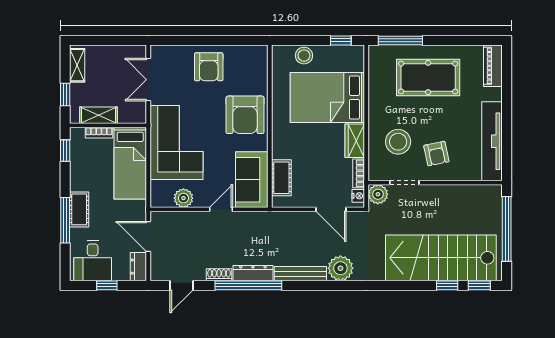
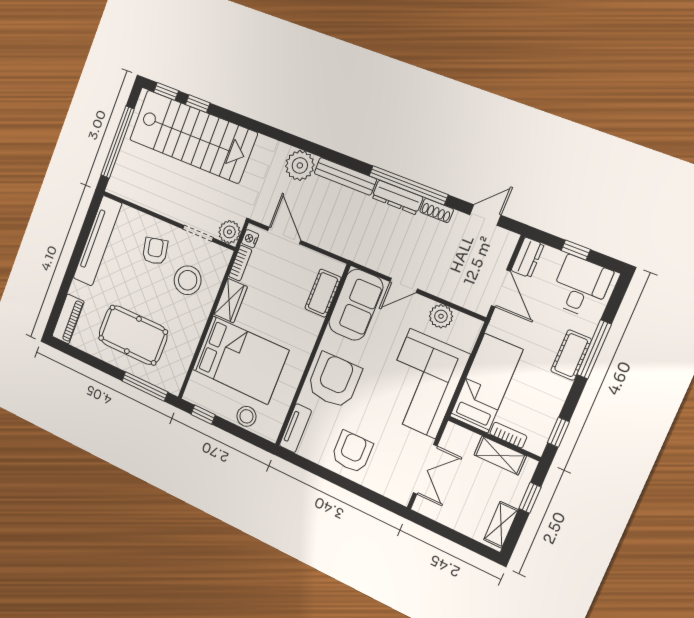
tv unit: (260, 65) -> (295, 428), added

